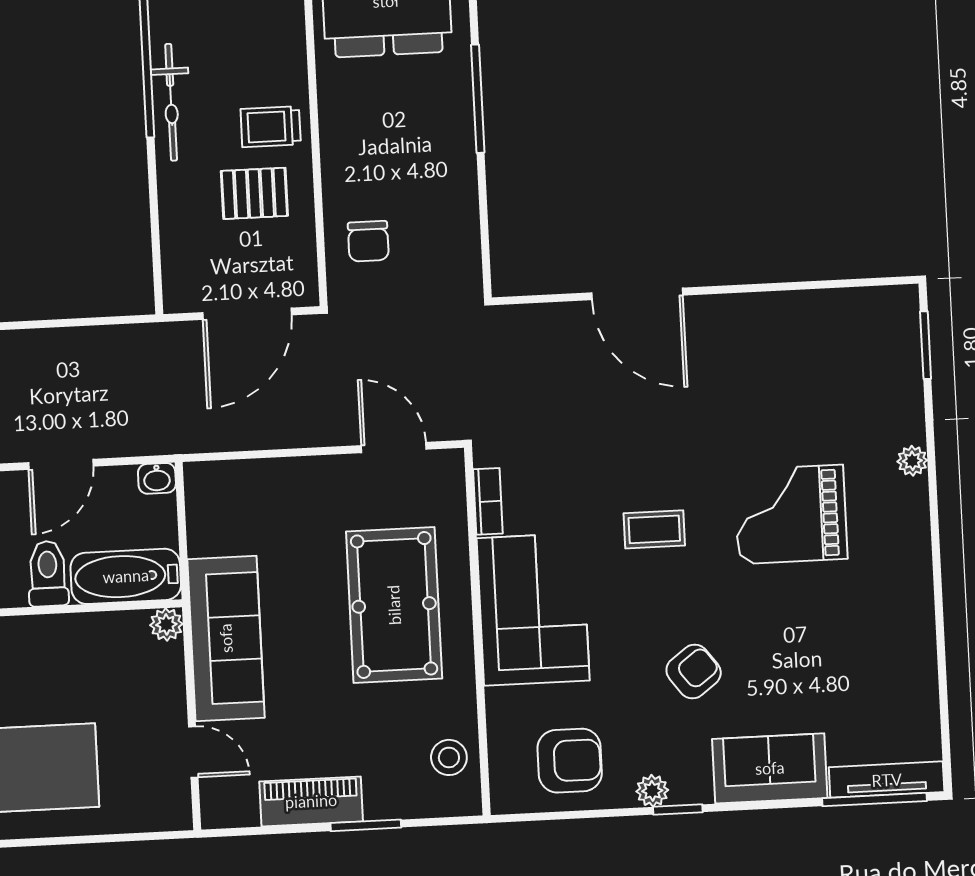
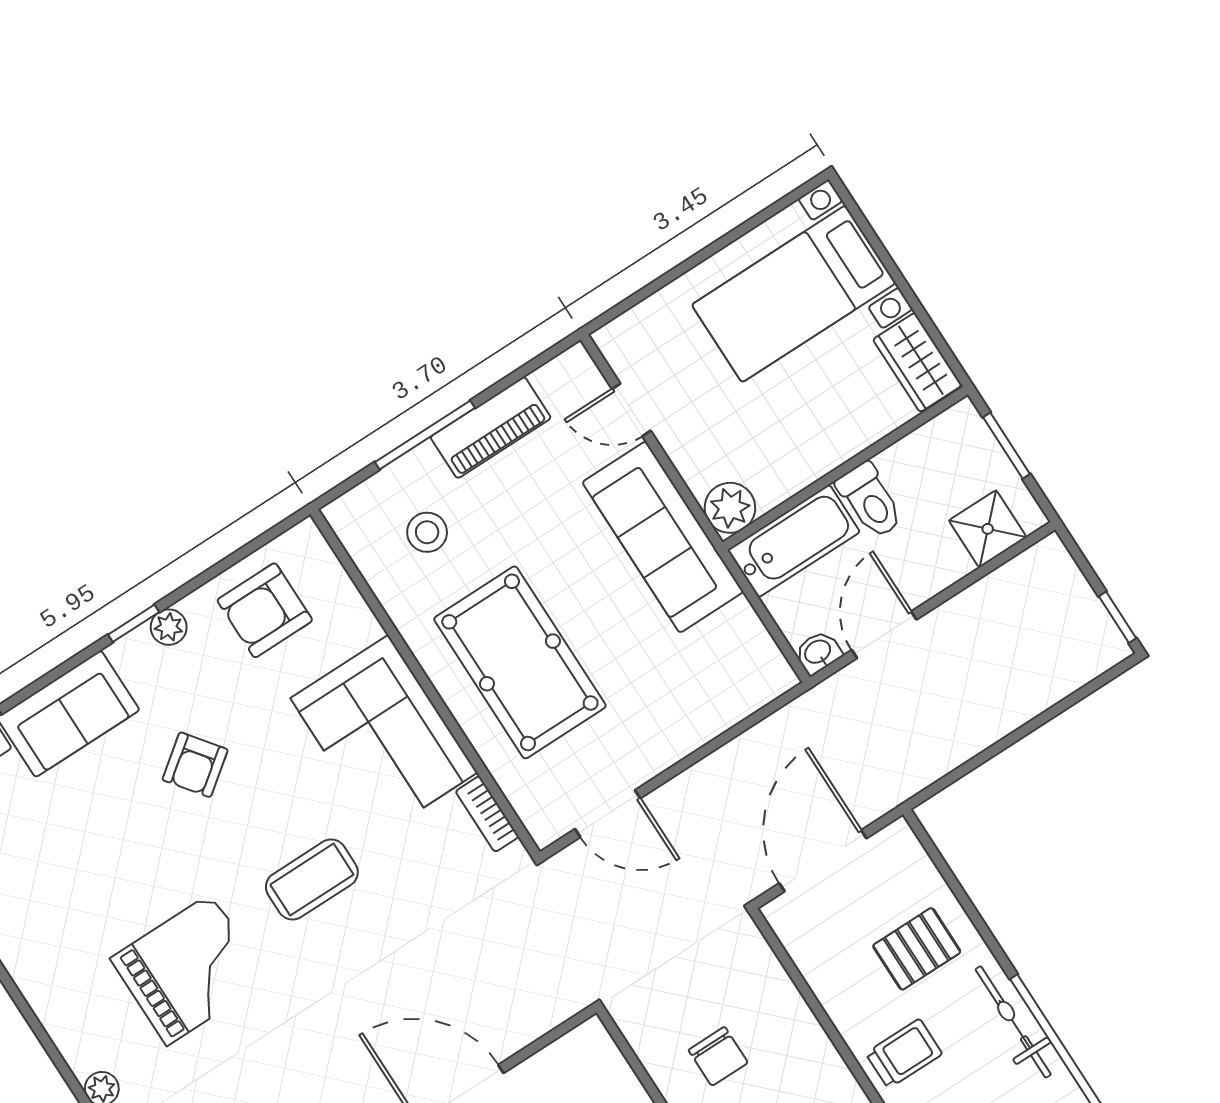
pallet: (254, 193) -> (917, 949), moved
chair: (368, 241) -> (718, 1056), moved, turned 180
door: (61, 464) -> (884, 635), moved
coffee table: (654, 529) -> (312, 880), width x1.36, depth x1.30
plant: (166, 624) -> (730, 508), width x1.38, depth x1.38
stool: (449, 757) -> (427, 532), moved
window: (366, 825) -> (425, 435), width x1.44

